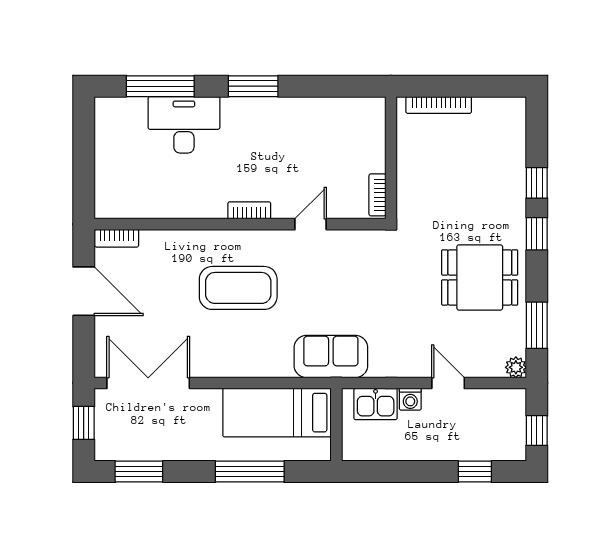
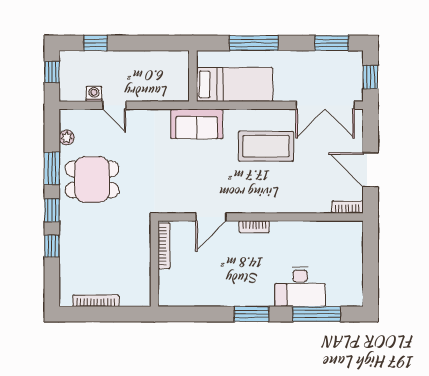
bookcase: (439, 105) -> (96, 301), moved
bookcase: (377, 195) -> (164, 246), width x1.56
door: (311, 224) -> (211, 217), width x1.38
coffee table: (238, 288) -> (266, 146), moved
window: (537, 325) -> (52, 168), moved
plant: (516, 367) -> (67, 137), moved
washing machine: (410, 399) -> (94, 94), moved
kitchen sink: (376, 404) -> (165, 91), removed

